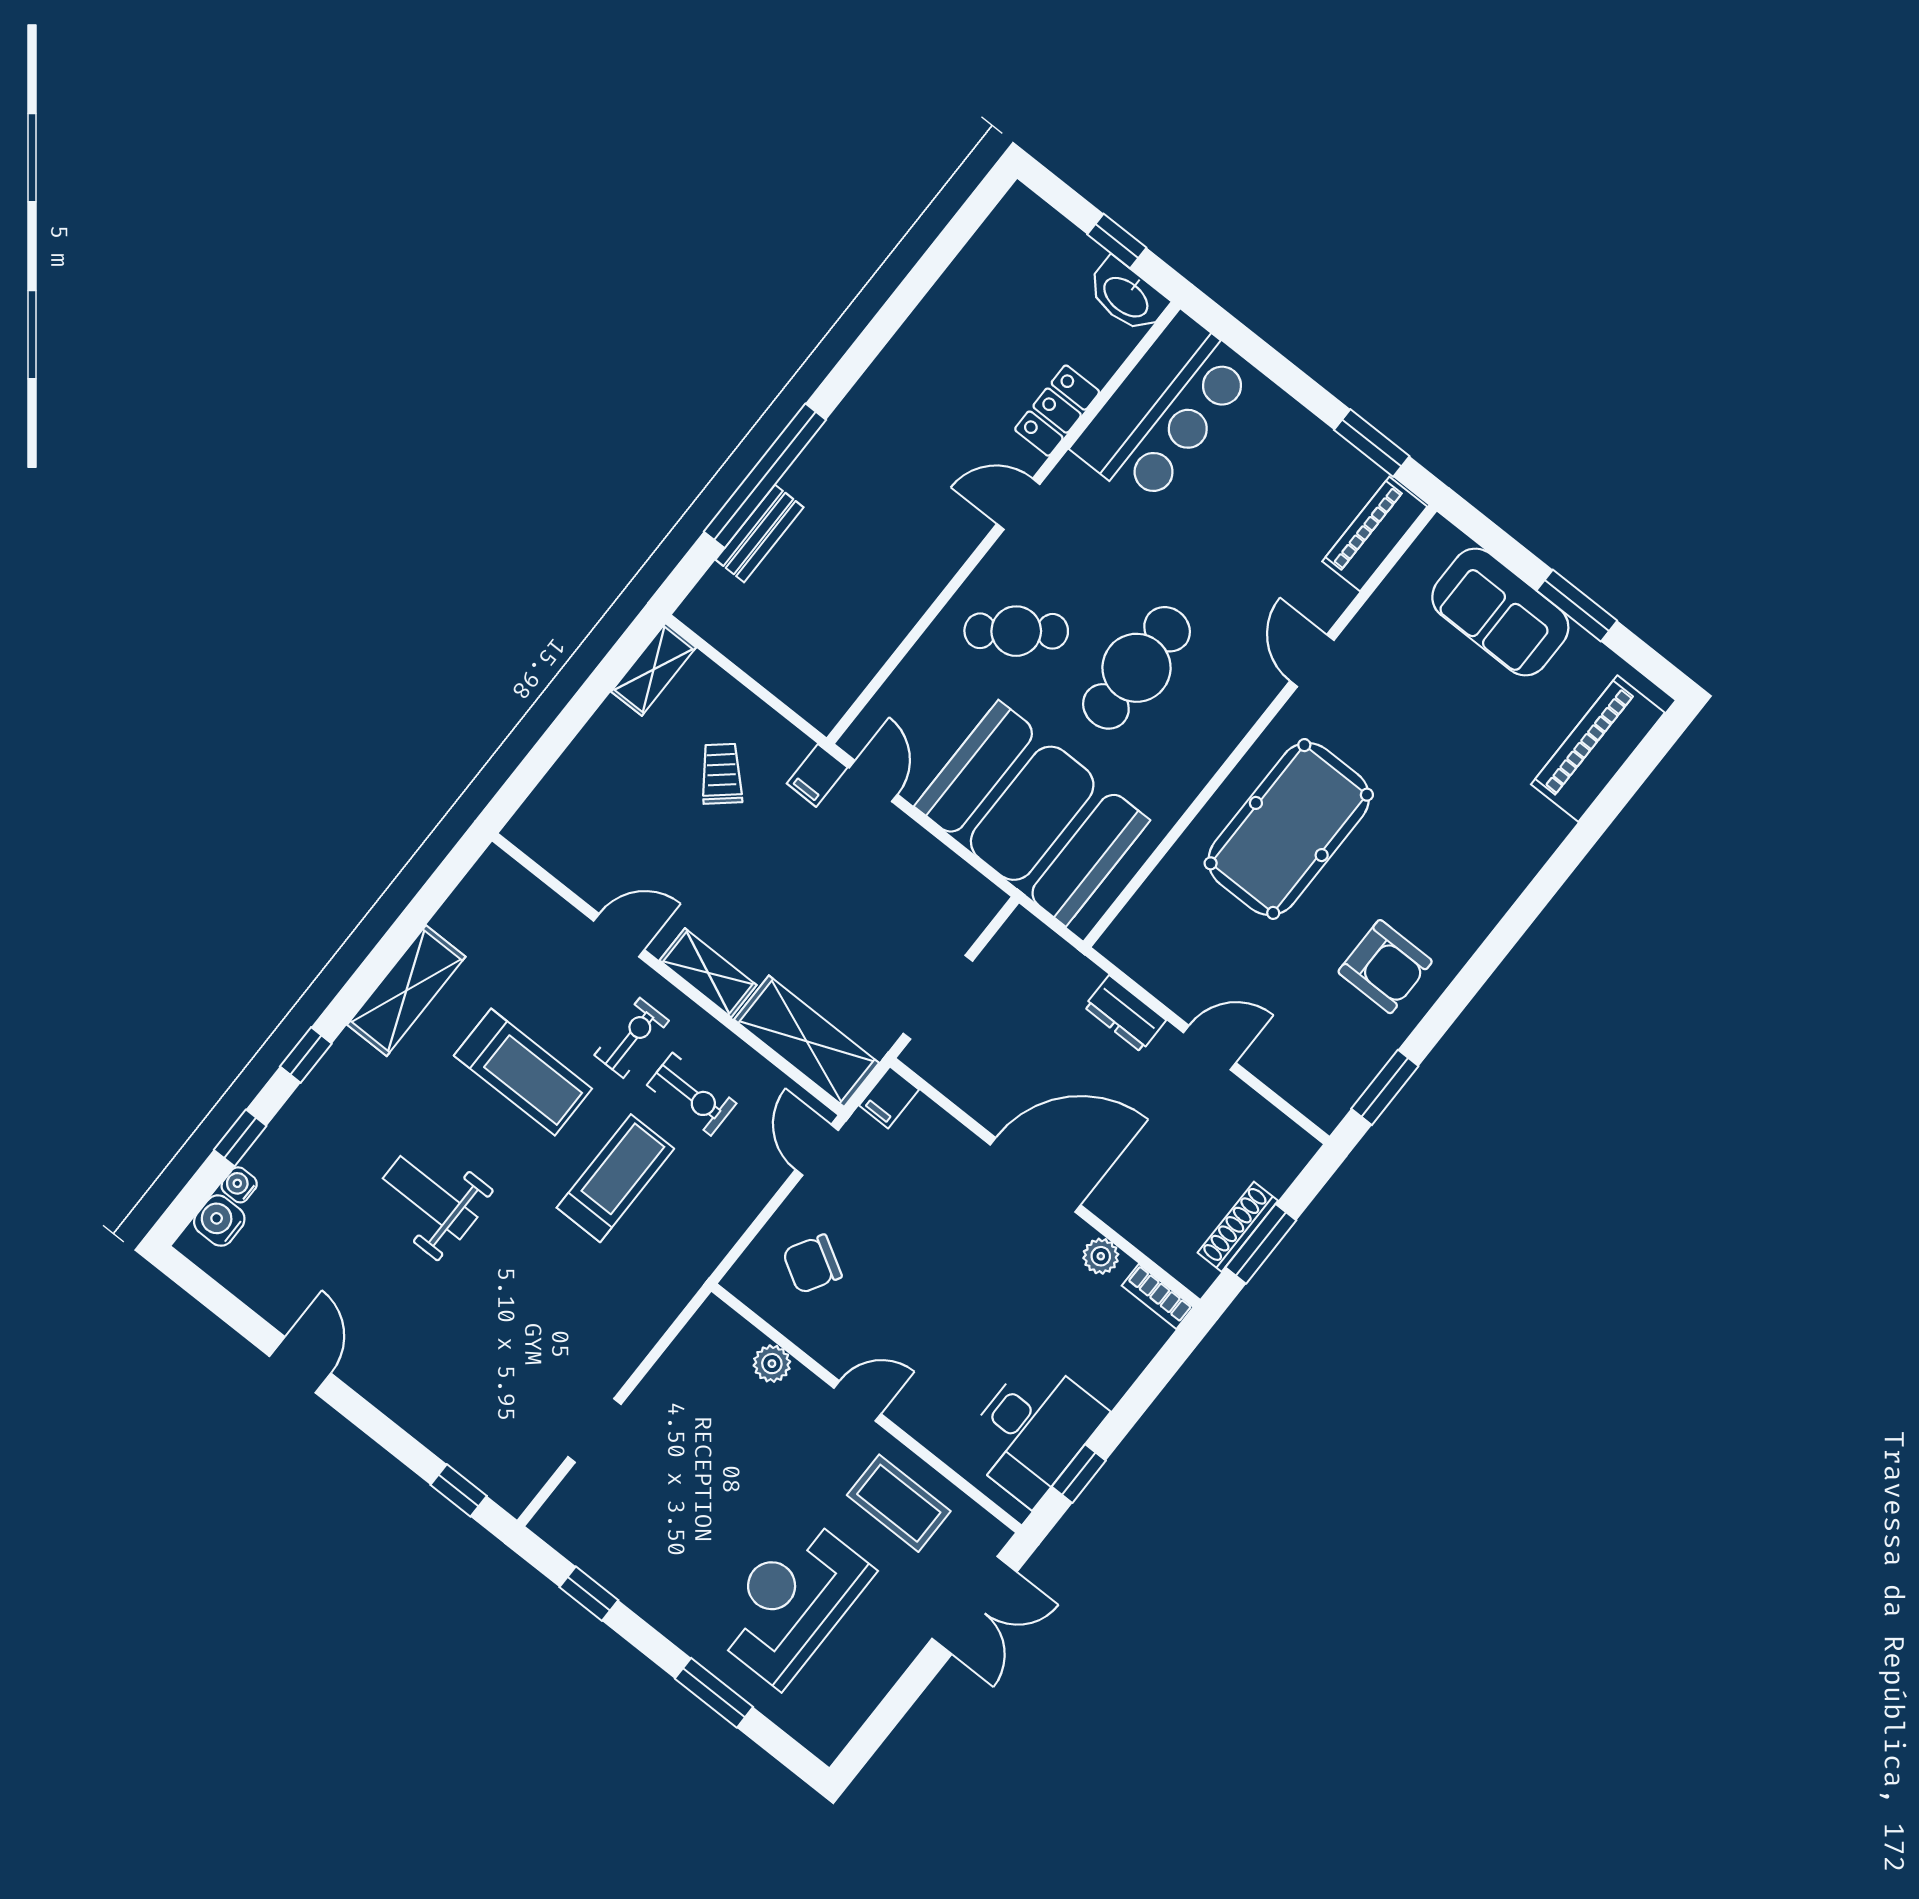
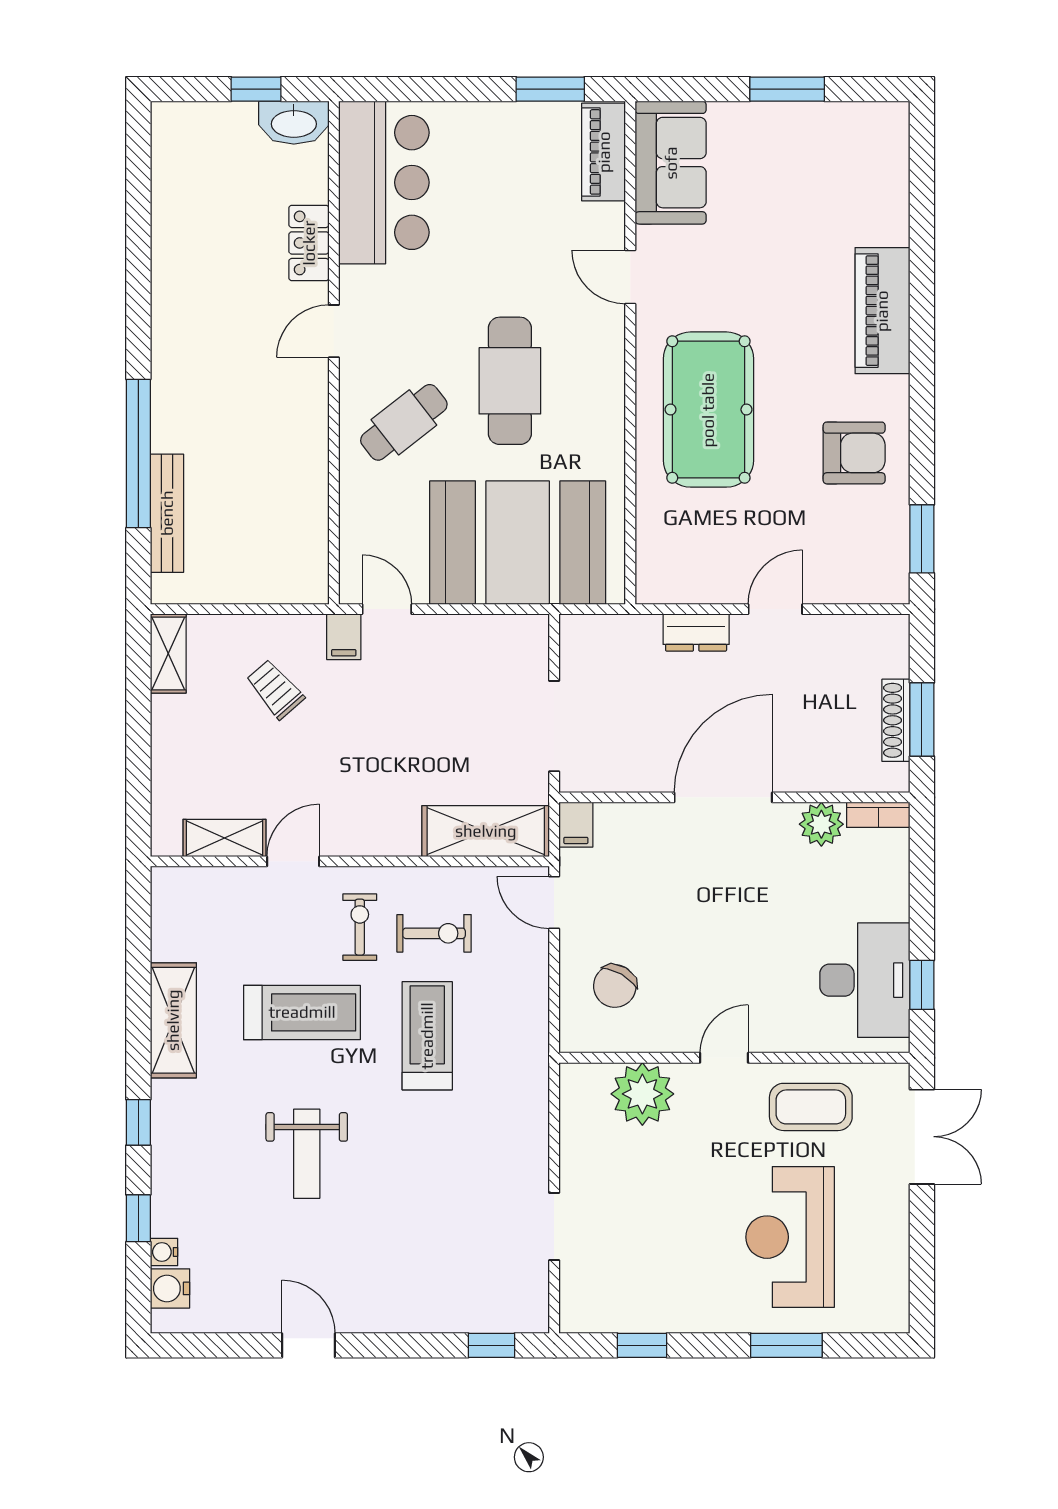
bench: (760, 534) -> (167, 513), width x1.36
sofa: (1500, 612) -> (671, 163), moved, turned -90
piano: (1598, 749) -> (882, 311), moved
shelving: (708, 973) -> (224, 838), moved
weight bench: (430, 1198) -> (307, 1154), turned -90
plant: (1101, 1256) -> (821, 824), width x1.38, depth x1.38
plant: (772, 1364) -> (642, 1094), width x1.87, depth x1.87

